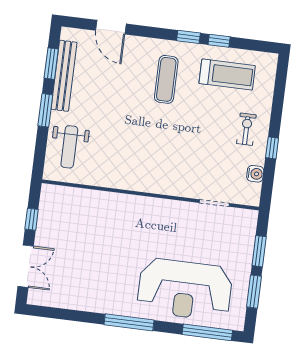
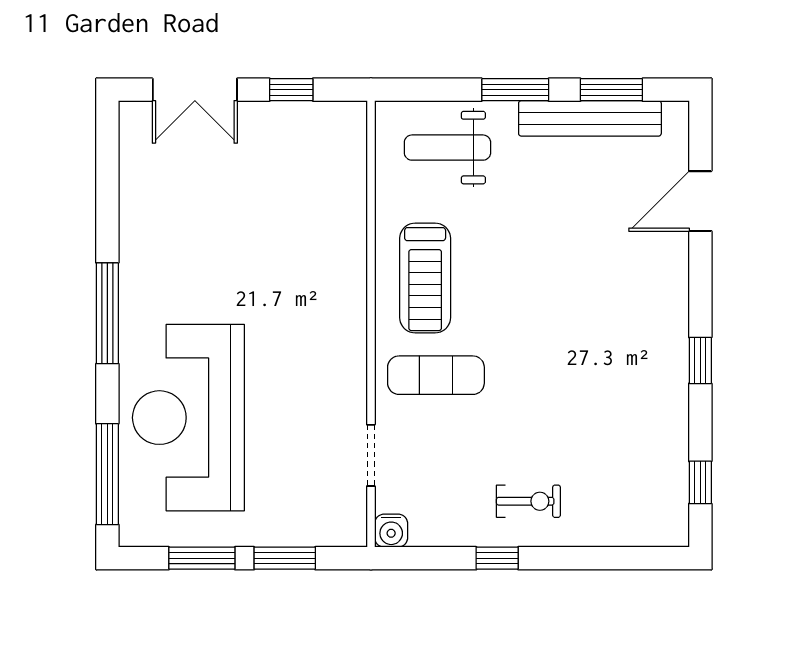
window: (219, 41) -> (700, 482), moved
treadmill: (227, 75) -> (425, 278), moved
exercise mat: (166, 79) -> (436, 375), moved
water cooler: (255, 174) -> (391, 531), moved

